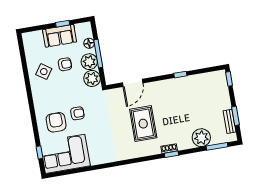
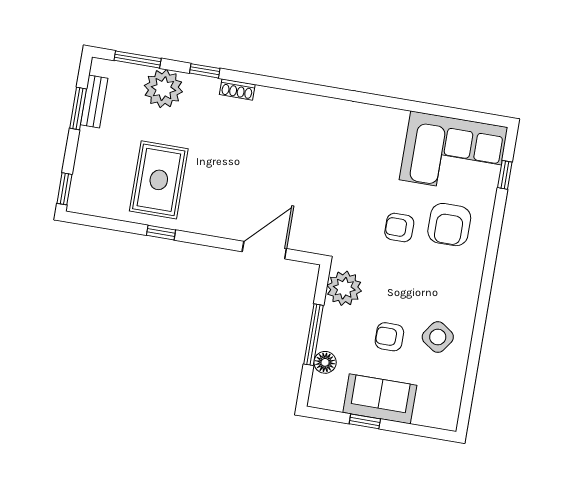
plant: (89, 62) -> (338, 325), removed
rug: (143, 124) -> (159, 180), moved
window: (171, 154) -> (205, 71), moved

